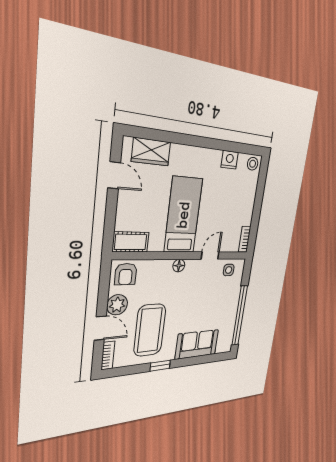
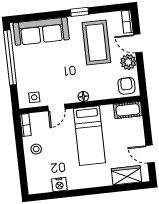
stool: (253, 164) -> (36, 149), moved
sofa: (197, 344) -> (41, 31), width x1.36

